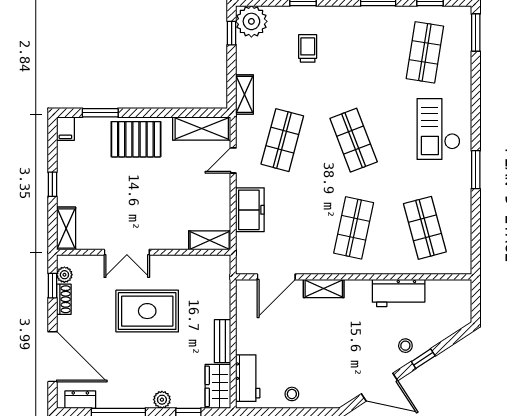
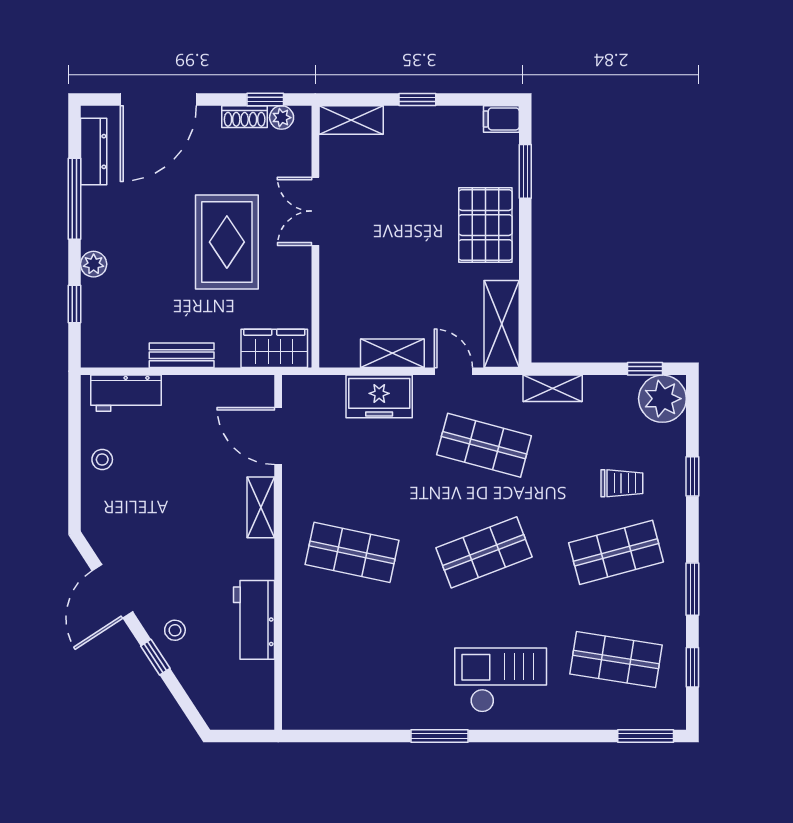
shop shelf: (425, 228) -> (616, 552), moved
shelving: (210, 240) -> (392, 353), moved, turned 90
wardrobe: (218, 386) -> (274, 348), moved
dresser: (80, 400) -> (94, 152), width x1.44

